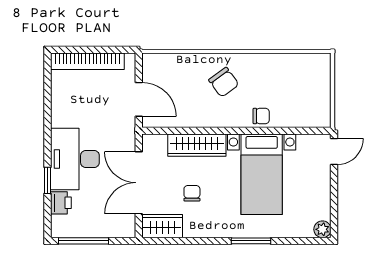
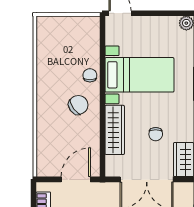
chair: (224, 82) -> (78, 105), moved
chair: (192, 193) -> (156, 134), turned -90

